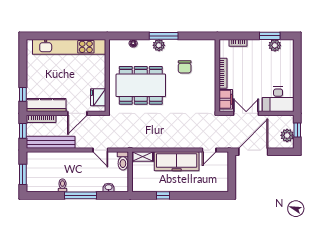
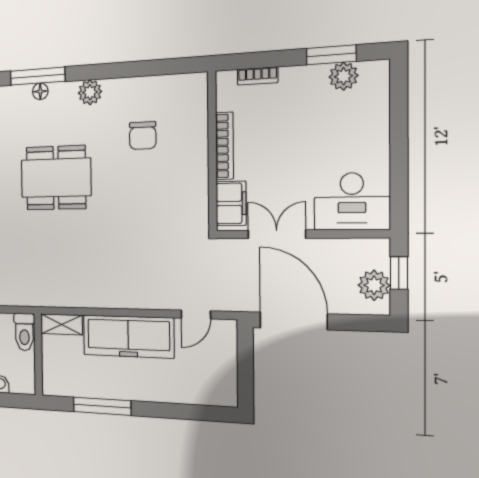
window: (164, 36) -> (38, 76), moved
dining table: (141, 85) -> (56, 178), width x0.73, depth x0.80
door: (253, 152) -> (293, 321), hinge flipped
window: (163, 195) -> (102, 406), width x2.17

